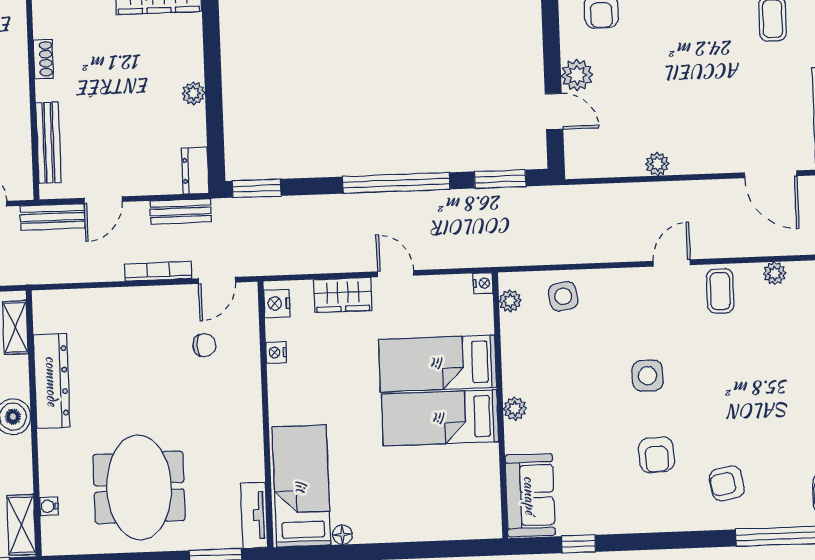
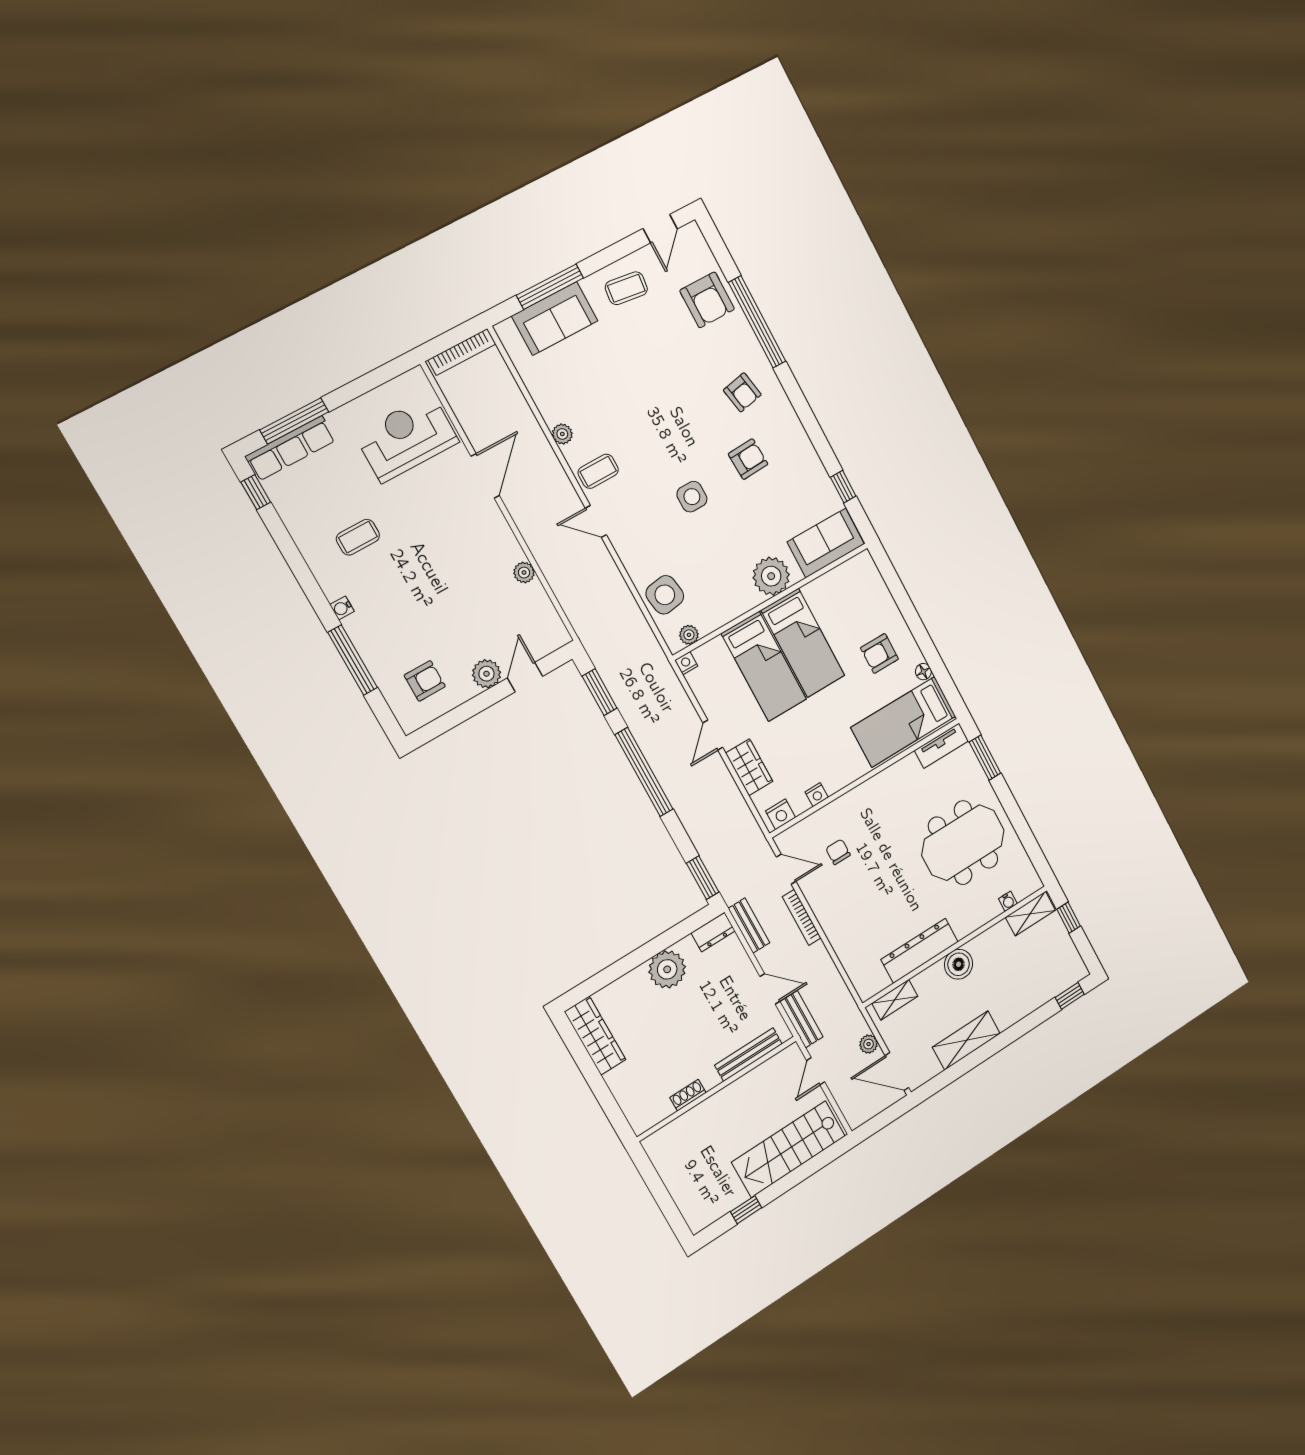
plant: (194, 93) -> (667, 969), width x1.87, depth x1.87
side table: (563, 296) -> (665, 595), width x1.37, depth x1.37
plant: (515, 409) -> (771, 576), width x1.88, depth x1.88
armchair: (386, 496) -> (879, 653), added

